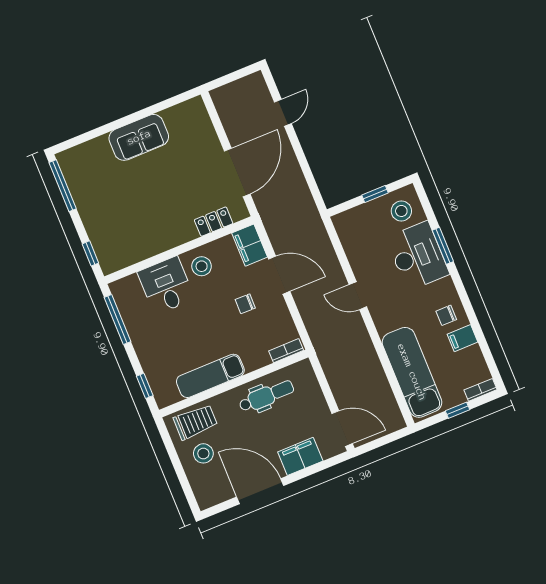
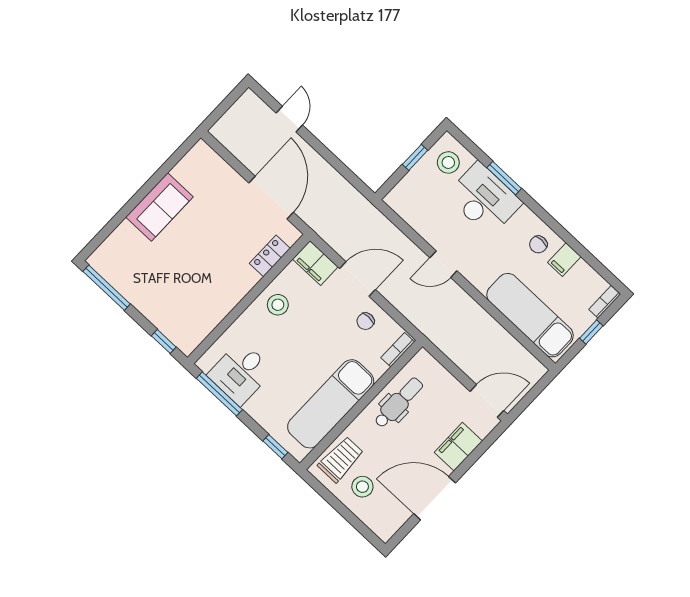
desk: (166, 286) -> (240, 373), moved, turned -90
chair: (245, 304) -> (365, 321), moved
exam couch: (210, 376) -> (331, 404), width x1.36, depth x1.45

